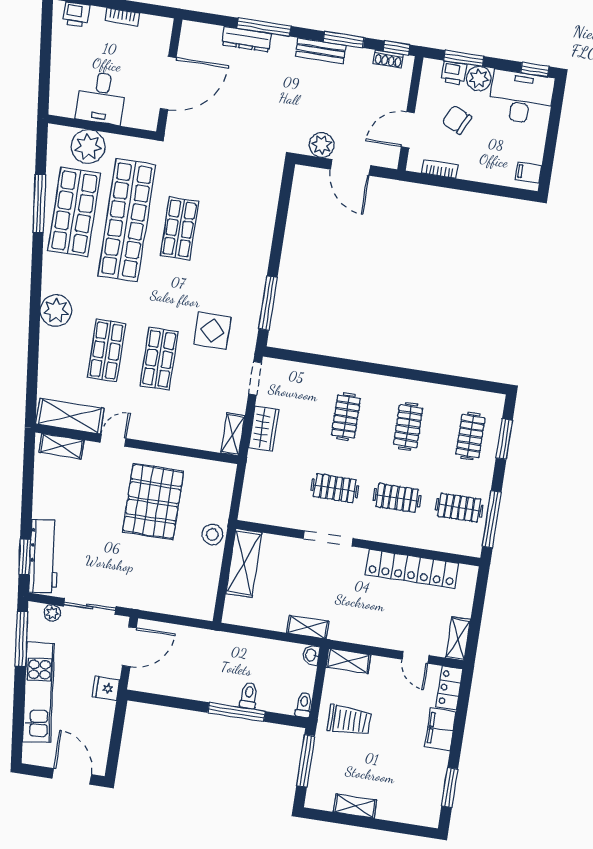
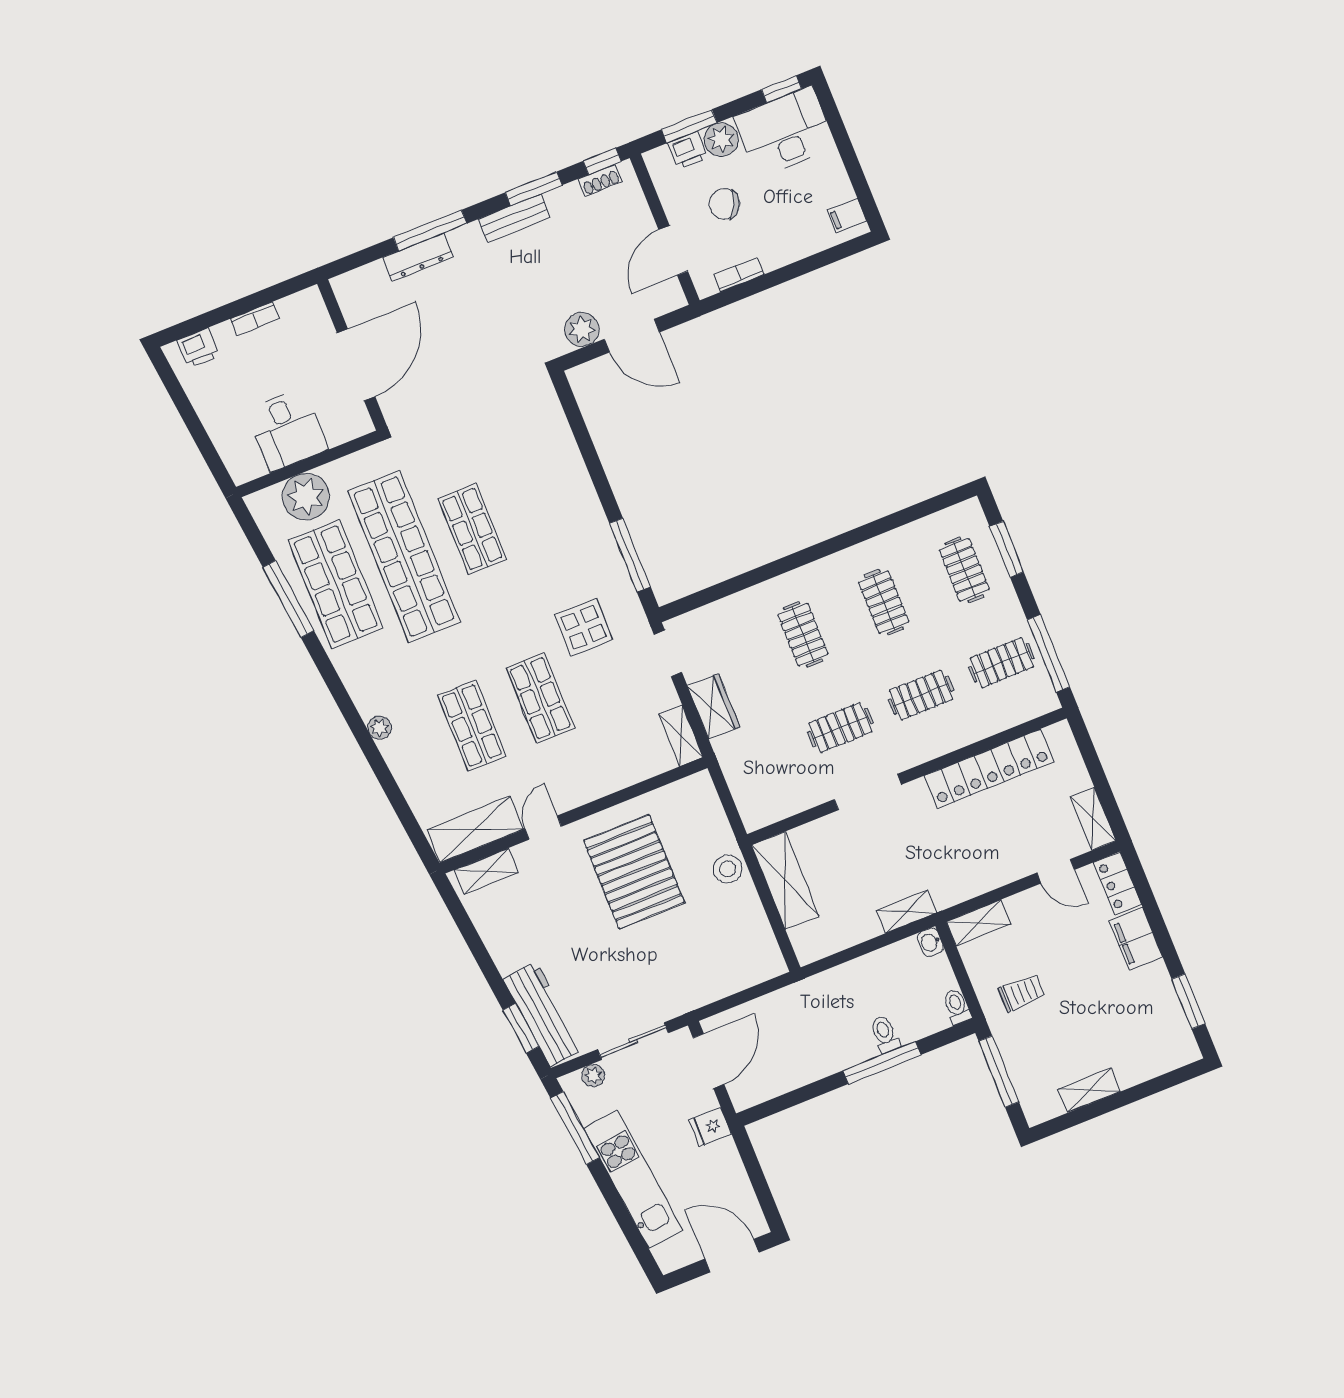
plant: (56, 311) -> (380, 728), width x0.53, depth x0.53
trolley: (349, 720) -> (1022, 993), width x0.73, depth x0.72

